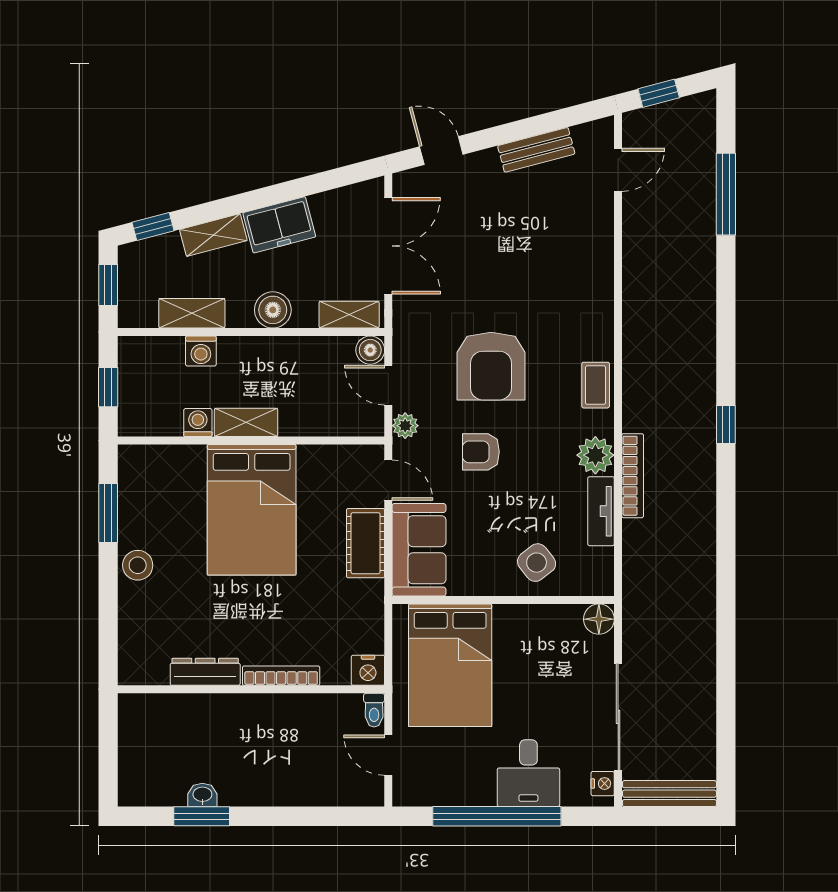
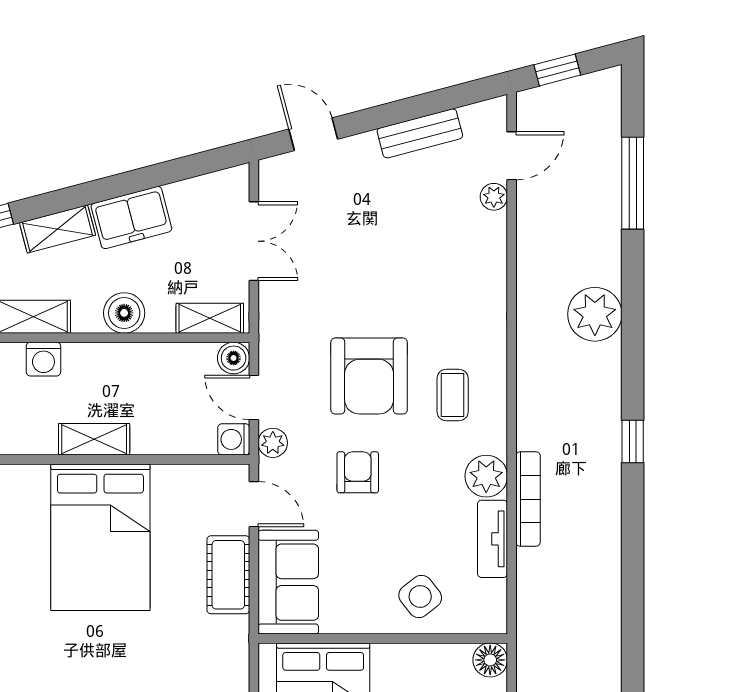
plant: (602, 206) -> (494, 197), added
double door: (388, 246) -> (254, 241), width x0.73
plant: (692, 311) -> (595, 314), added
coffee table: (596, 385) -> (453, 395), moved
washing machine: (198, 423) -> (234, 439), moved, turned -90
armchair: (481, 452) -> (358, 472), turned 90

